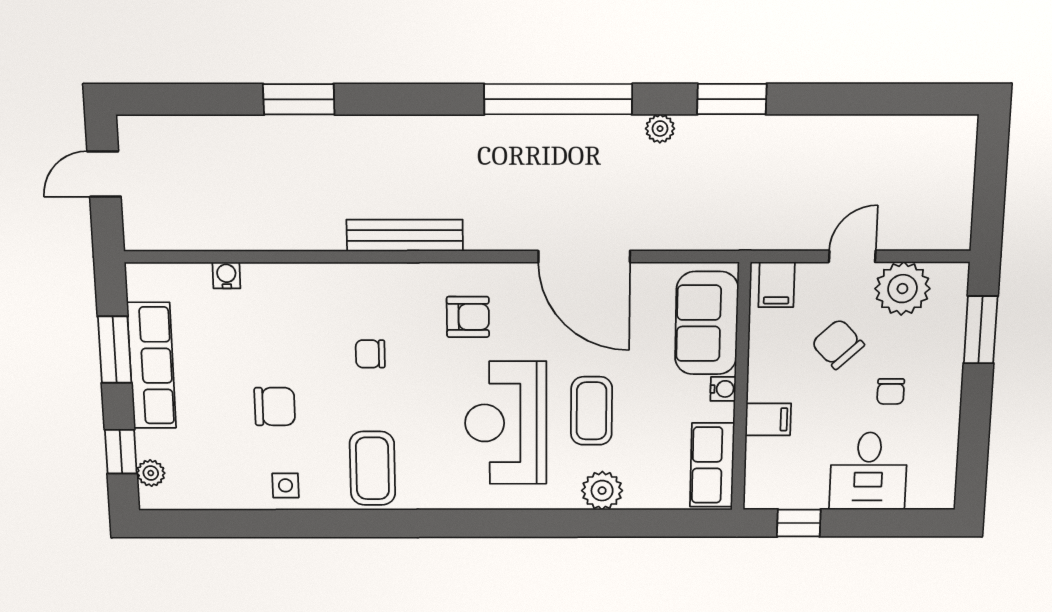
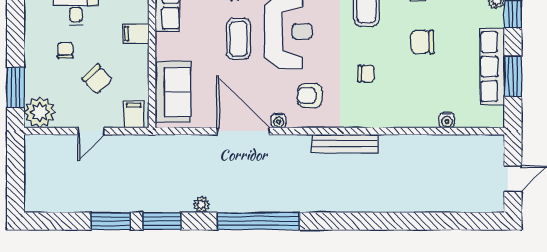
window: (299, 99) -> (110, 221), moved
plant: (902, 289) -> (40, 112), moved
water cooler: (723, 389) -> (279, 121), moved, turned -90

